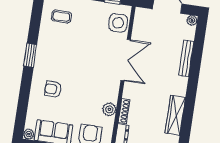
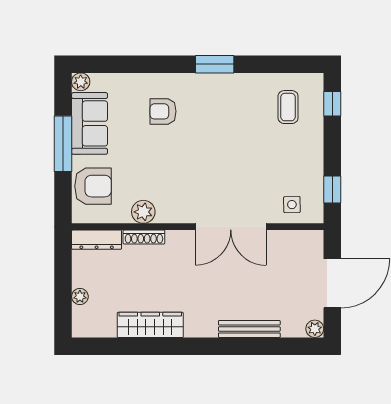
side table: (118, 23) -> (292, 205), width x0.54, depth x0.54
armchair: (53, 89) -> (163, 111), turned -90

